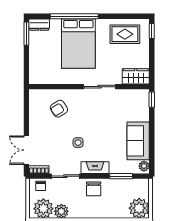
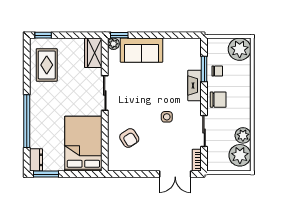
bed: (78, 44) -> (83, 144), moved, turned -90
sofa: (138, 141) -> (141, 50), moved
plant: (144, 166) -> (113, 44), moved
fireplace: (95, 168) -> (195, 85), moved
chair: (41, 186) -> (217, 71), moved

